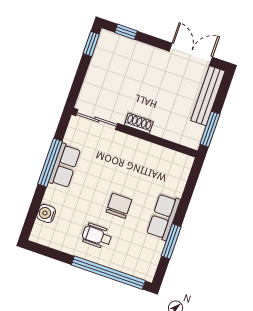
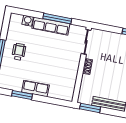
row of seats: (65, 166) -> (51, 26), width x1.48
chair: (119, 206) -> (38, 62), removed

